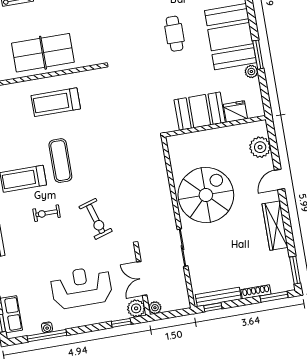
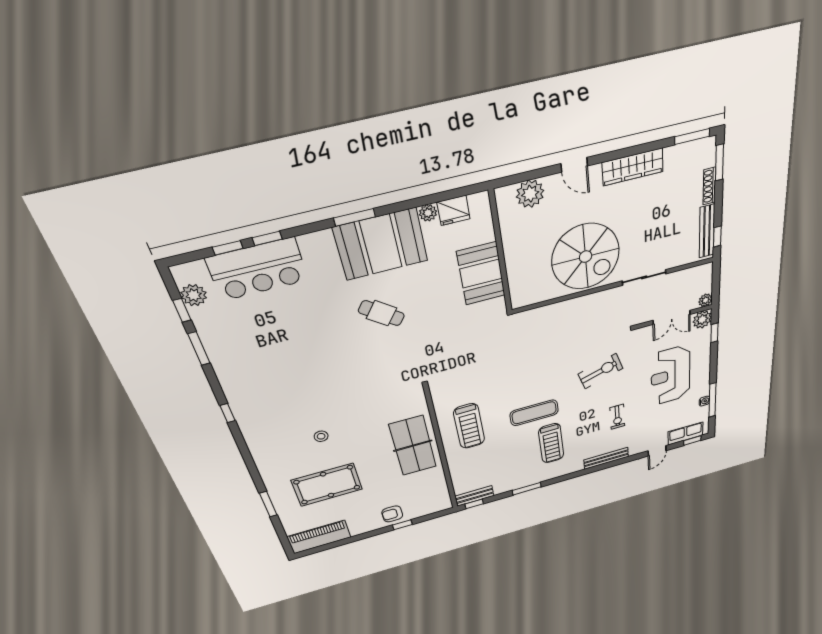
cafe table: (175, 34) -> (381, 313), turned 37
window: (258, 55) -> (355, 217), moved
fridge: (235, 111) -> (454, 210), moved, turned -90
spiral stairs: (206, 195) -> (586, 257), turned 180
exercise bike: (47, 213) -> (617, 417), moved

